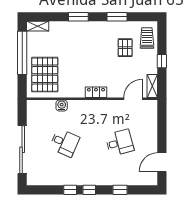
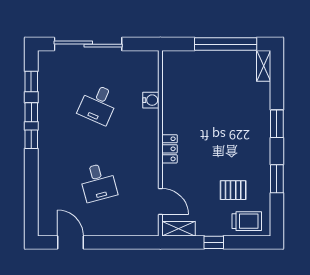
pallet: (45, 75) -> (195, 76), removed
window: (120, 190) -> (31, 82), moved

